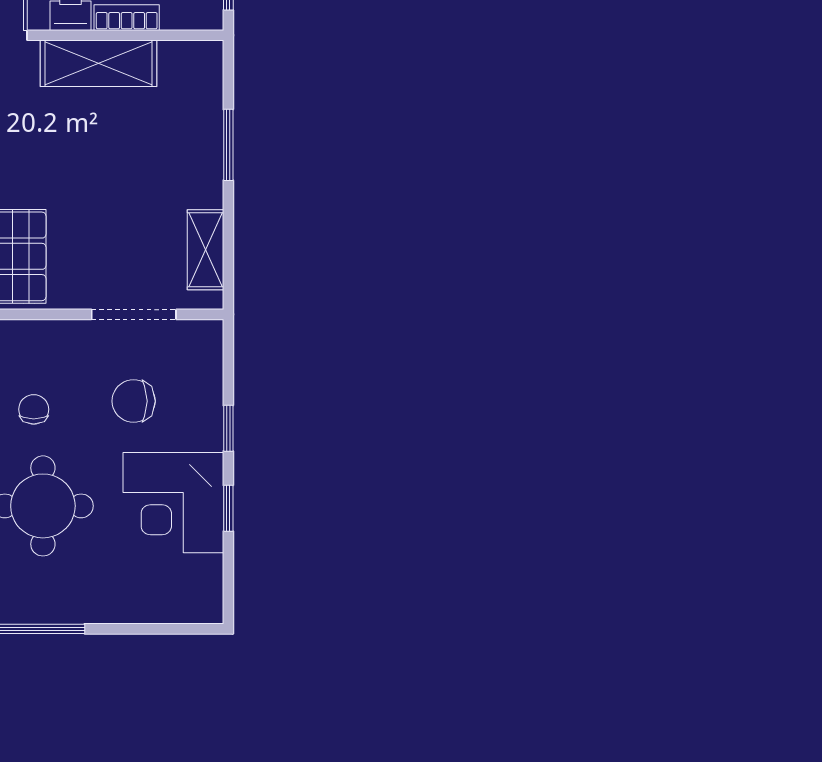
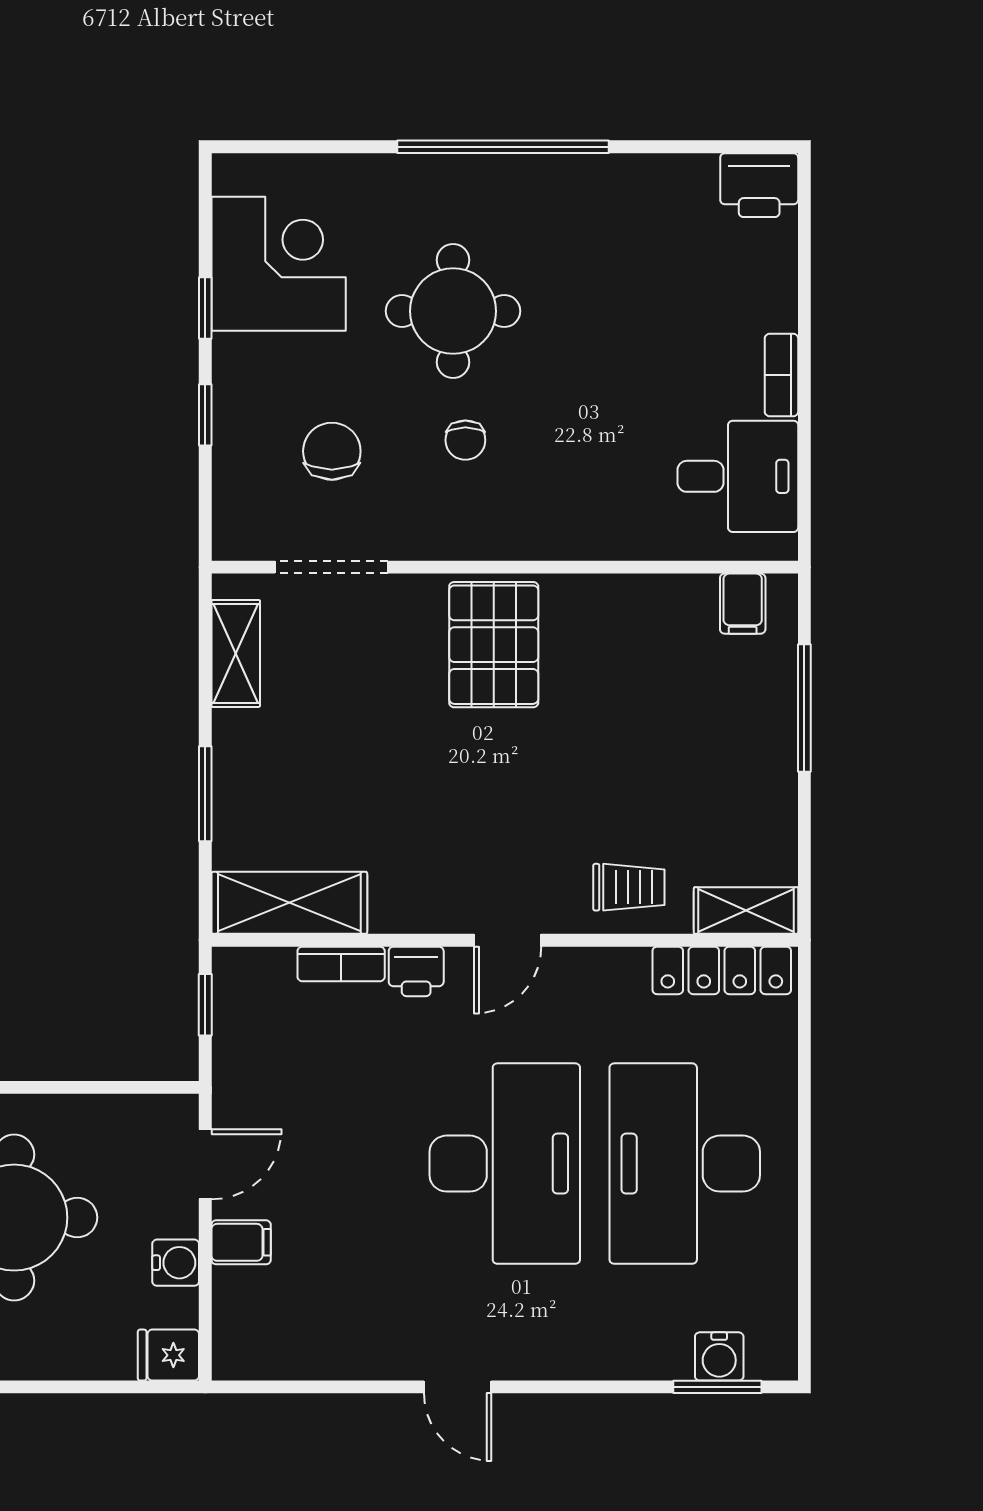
shelving: (99, 63) -> (289, 903), moved
chair: (134, 401) -> (332, 451), turned -90
corner desk: (173, 503) -> (279, 264), moved

